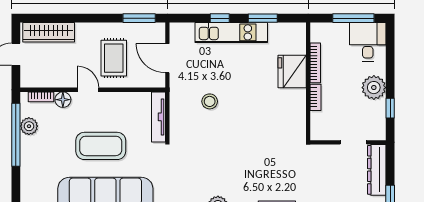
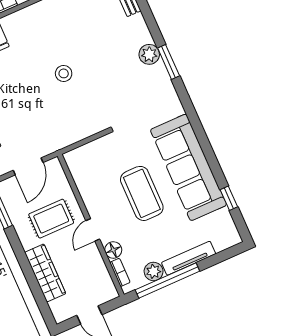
wardrobe: (49, 32) -> (45, 273), moved
stool: (210, 101) -> (64, 73), moved
tv unit: (159, 117) -> (189, 258), moved, turned 180

